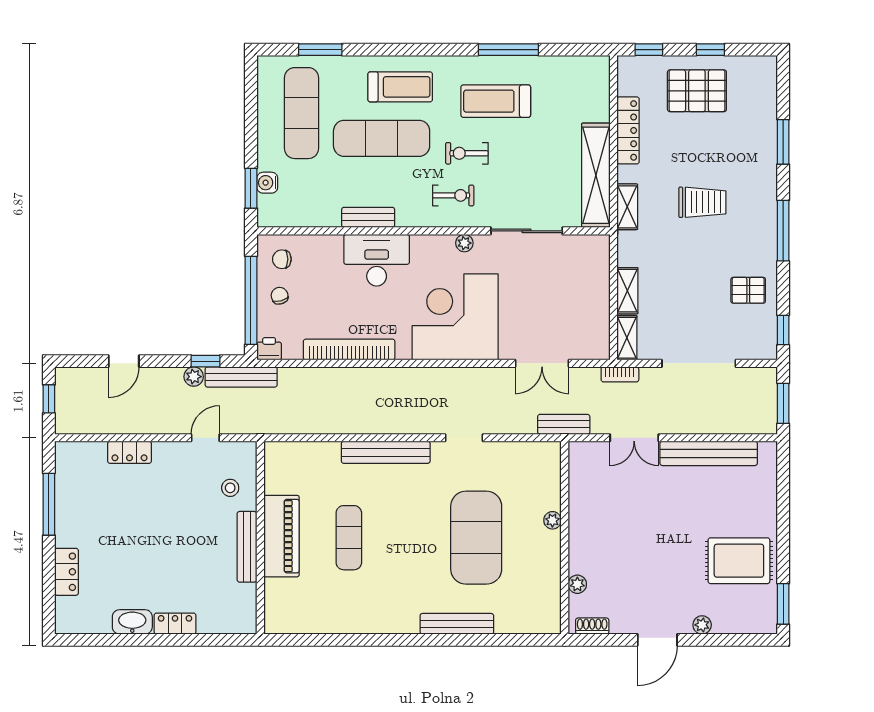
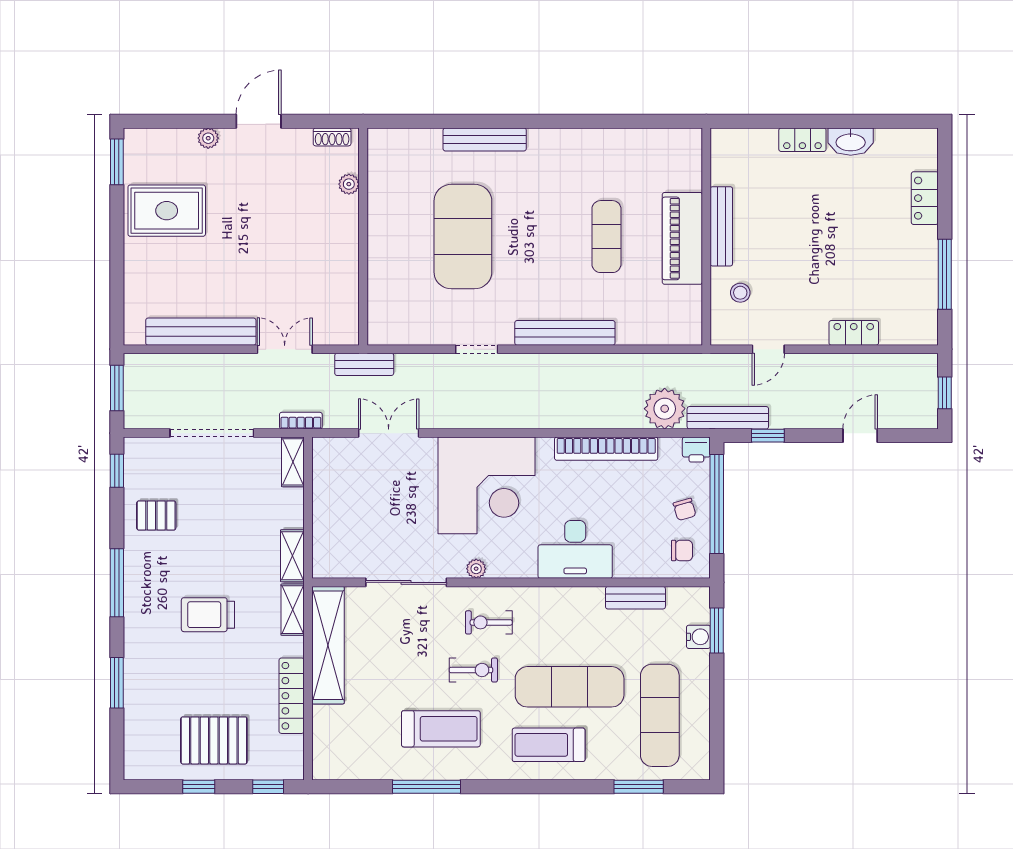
bench: (368, 217) -> (635, 598), moved
shelving: (627, 291) -> (292, 556), moved
plant: (194, 377) -> (665, 409), moved, width x1.88, depth x1.88
plant: (552, 520) -> (377, 256), removed

